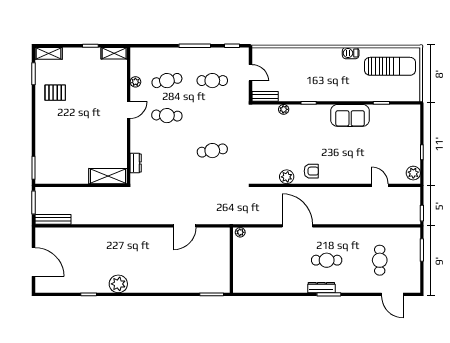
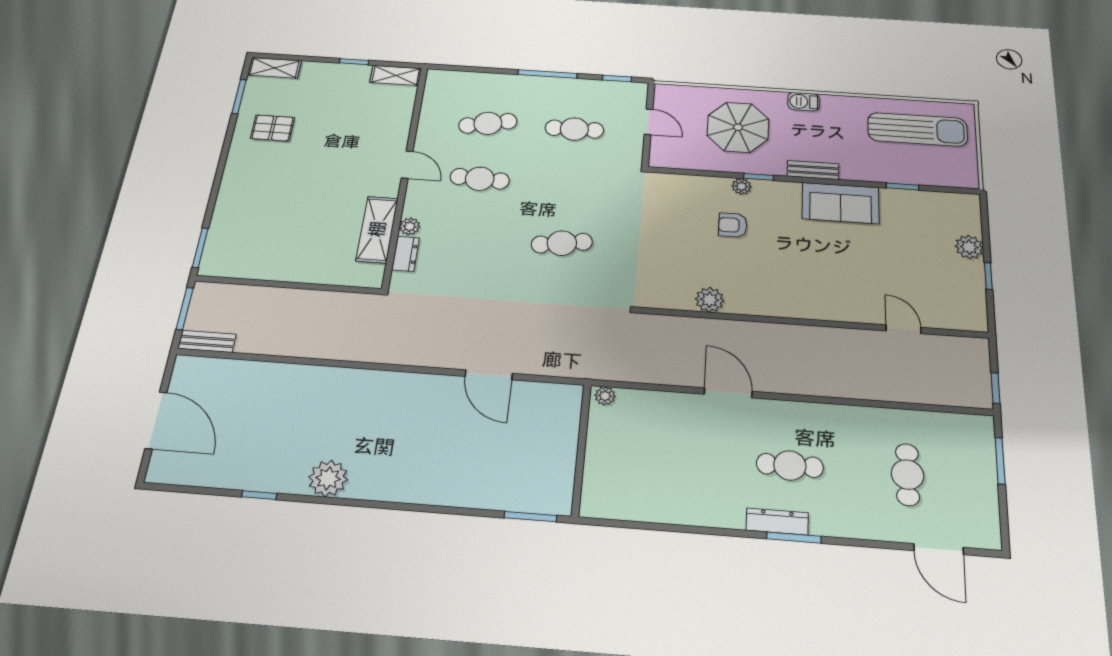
barbecue: (351, 53) -> (804, 102), moved
parasol: (297, 73) -> (738, 127), added
plant: (135, 82) -> (410, 226), moved
bench: (265, 96) -> (813, 170), moved
plant: (284, 109) -> (741, 186), moved
door: (129, 110) -> (407, 165), hinge flipped
armchair: (311, 171) -> (733, 225), moved, turned 180
plant: (413, 173) -> (969, 247), moved
shelving: (108, 176) -> (377, 229), moved, turned 90
bench: (53, 219) -> (207, 341), width x0.73
door: (185, 226) -> (489, 375), hinge flipped
door: (297, 226) -> (728, 393), width x0.73

